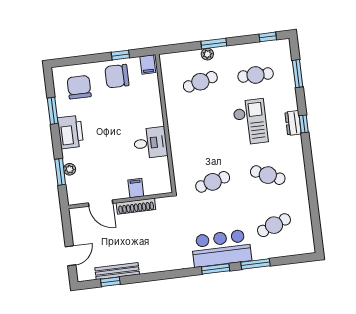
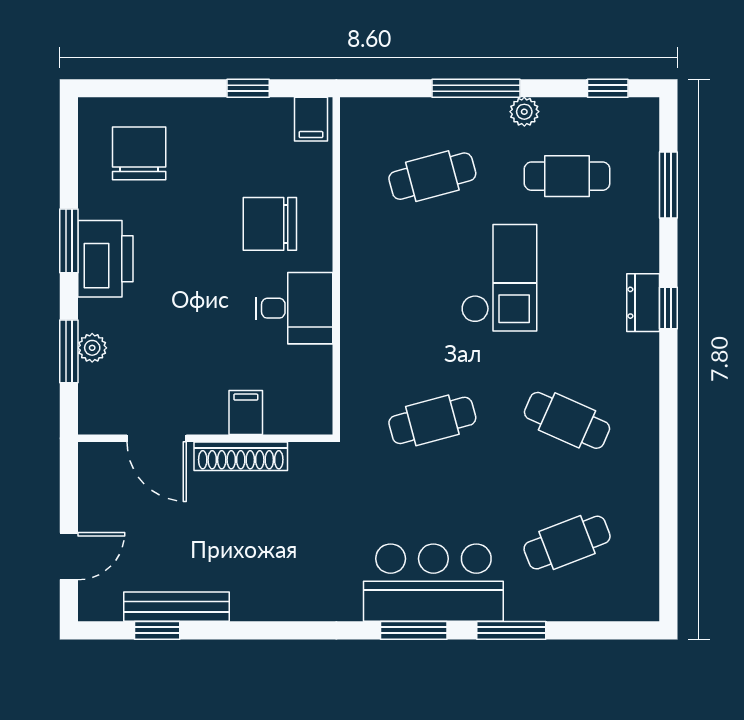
window: (214, 44) -> (476, 88), width x1.44
plant: (207, 54) -> (524, 112), moved
chair: (117, 76) -> (270, 224), moved
window: (53, 111) -> (69, 241), moved
checkout: (250, 122) -> (499, 278), moved

